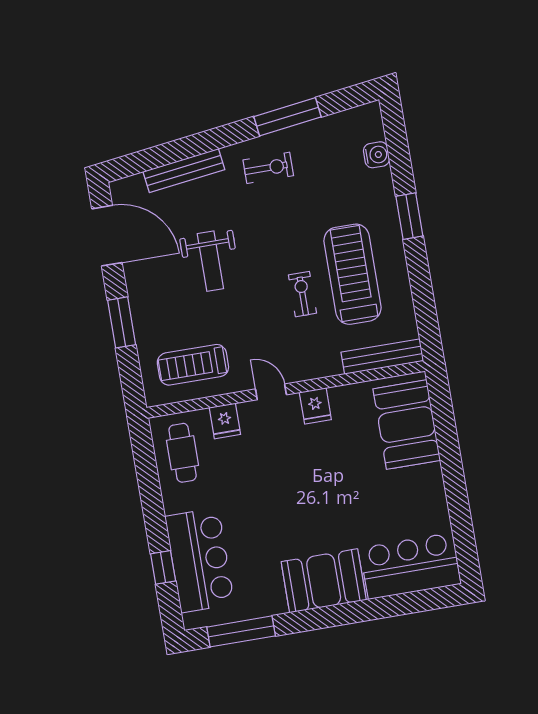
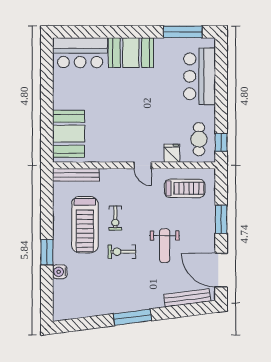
window: (287, 117) -> (132, 317), moved
water cooler: (376, 155) -> (60, 272), moved
exercise bike: (268, 168) -> (122, 252), moved
bench: (184, 171) -> (187, 298), moved
weight bench: (210, 261) -> (165, 246), turned 180
fridge: (315, 406) -> (119, 153), removed
window: (163, 567) -> (221, 142), moved

